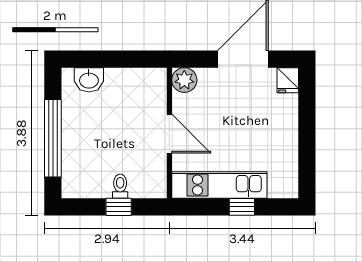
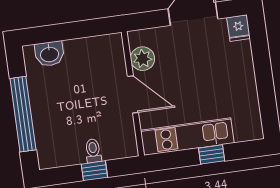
plant: (184, 80) -> (143, 59), moved

